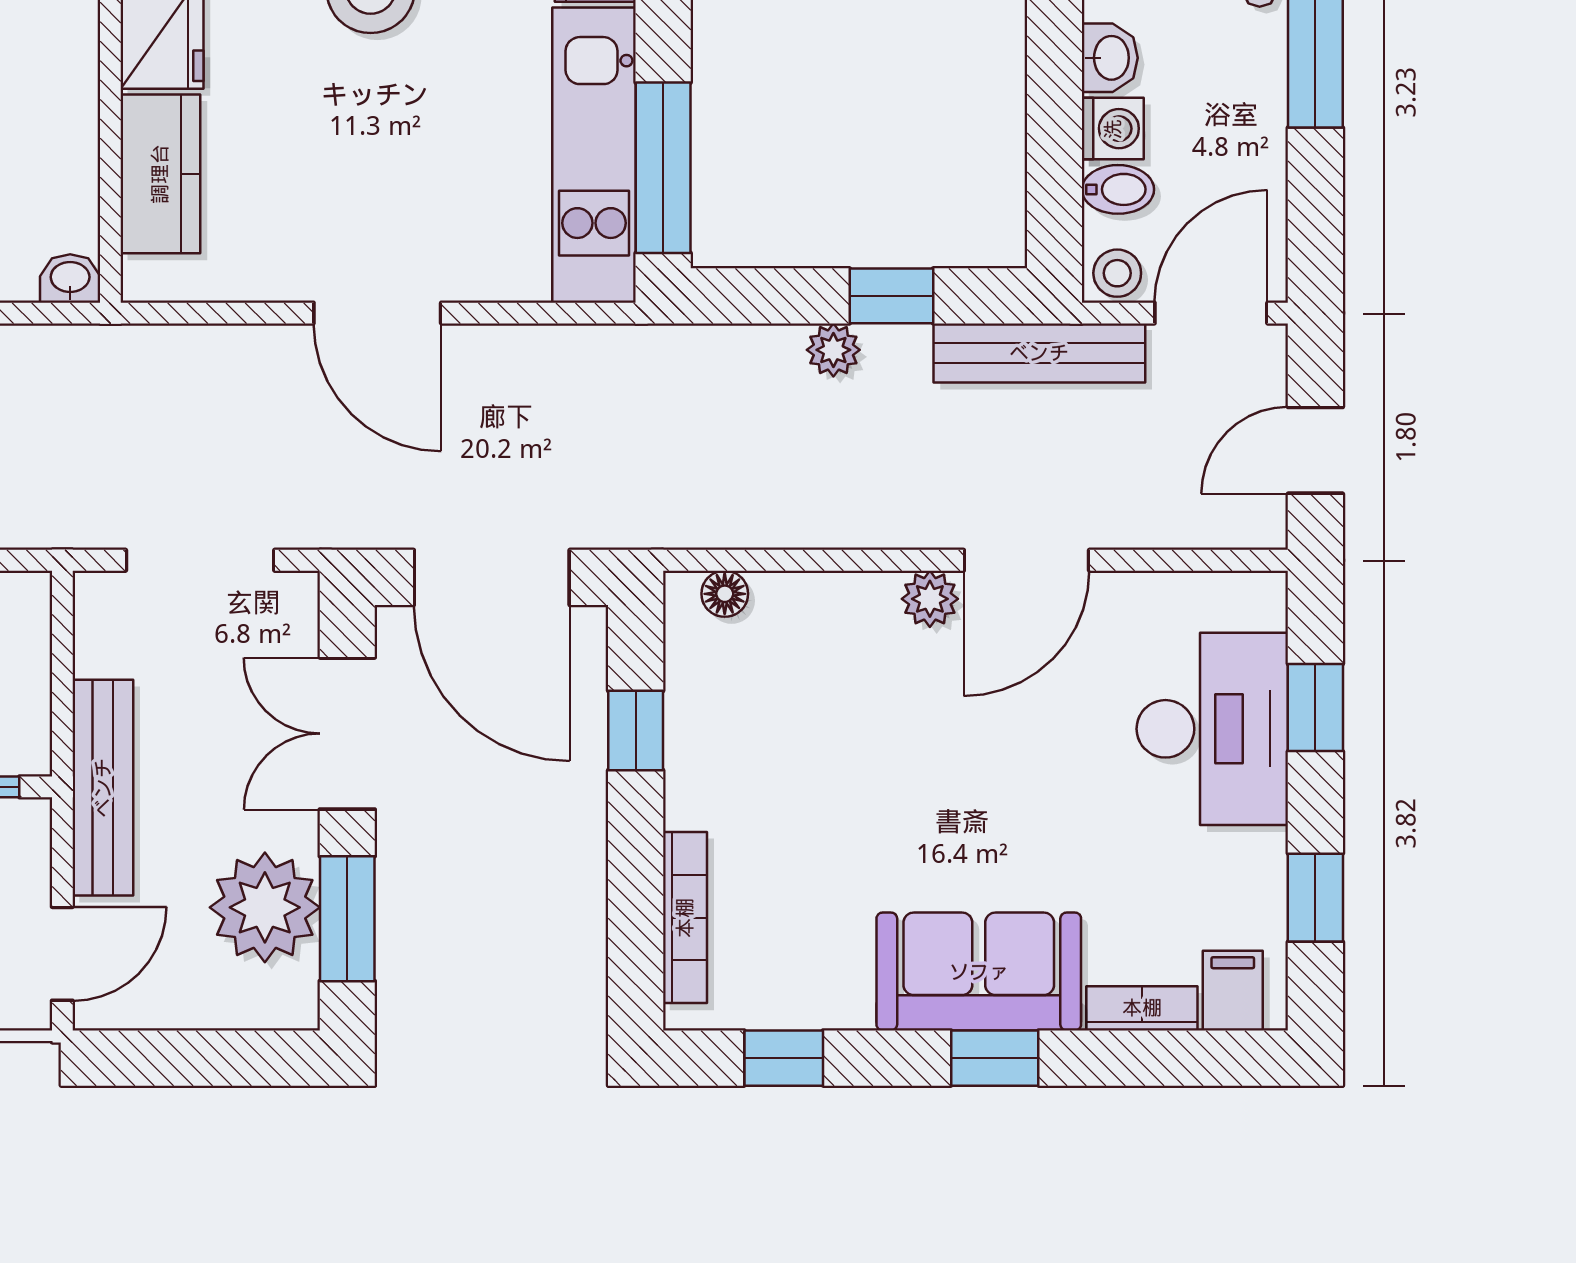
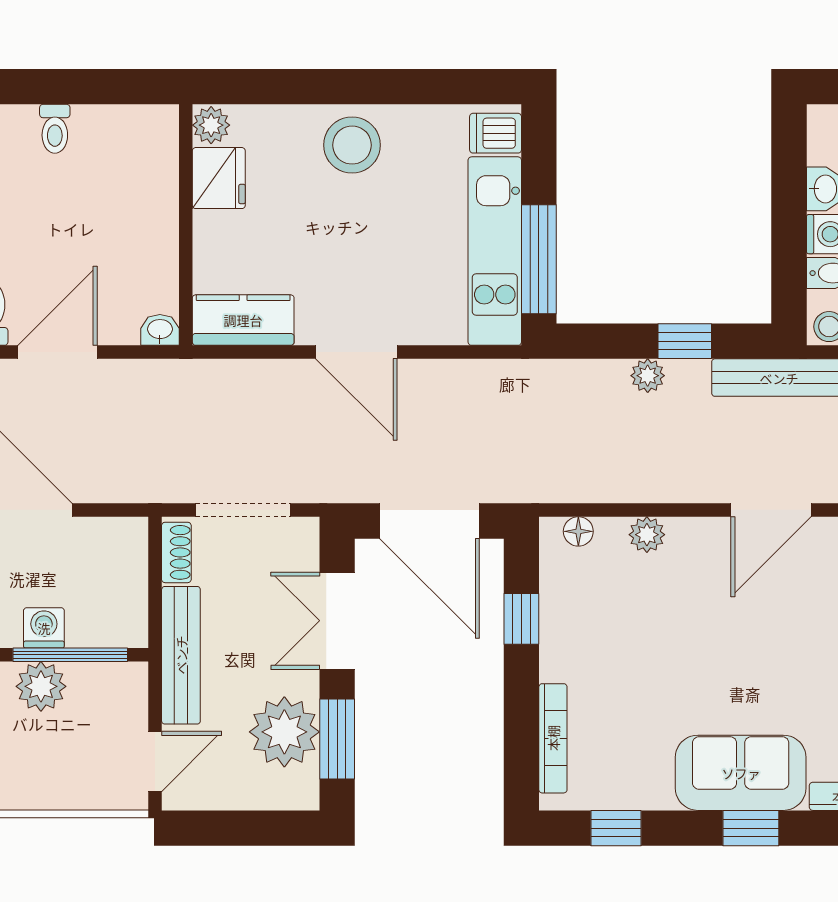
kitchen counter: (160, 174) -> (243, 320), moved, turned -90
plant: (930, 599) -> (647, 535), moved
shoe rack: (96, 627) -> (176, 552), added

